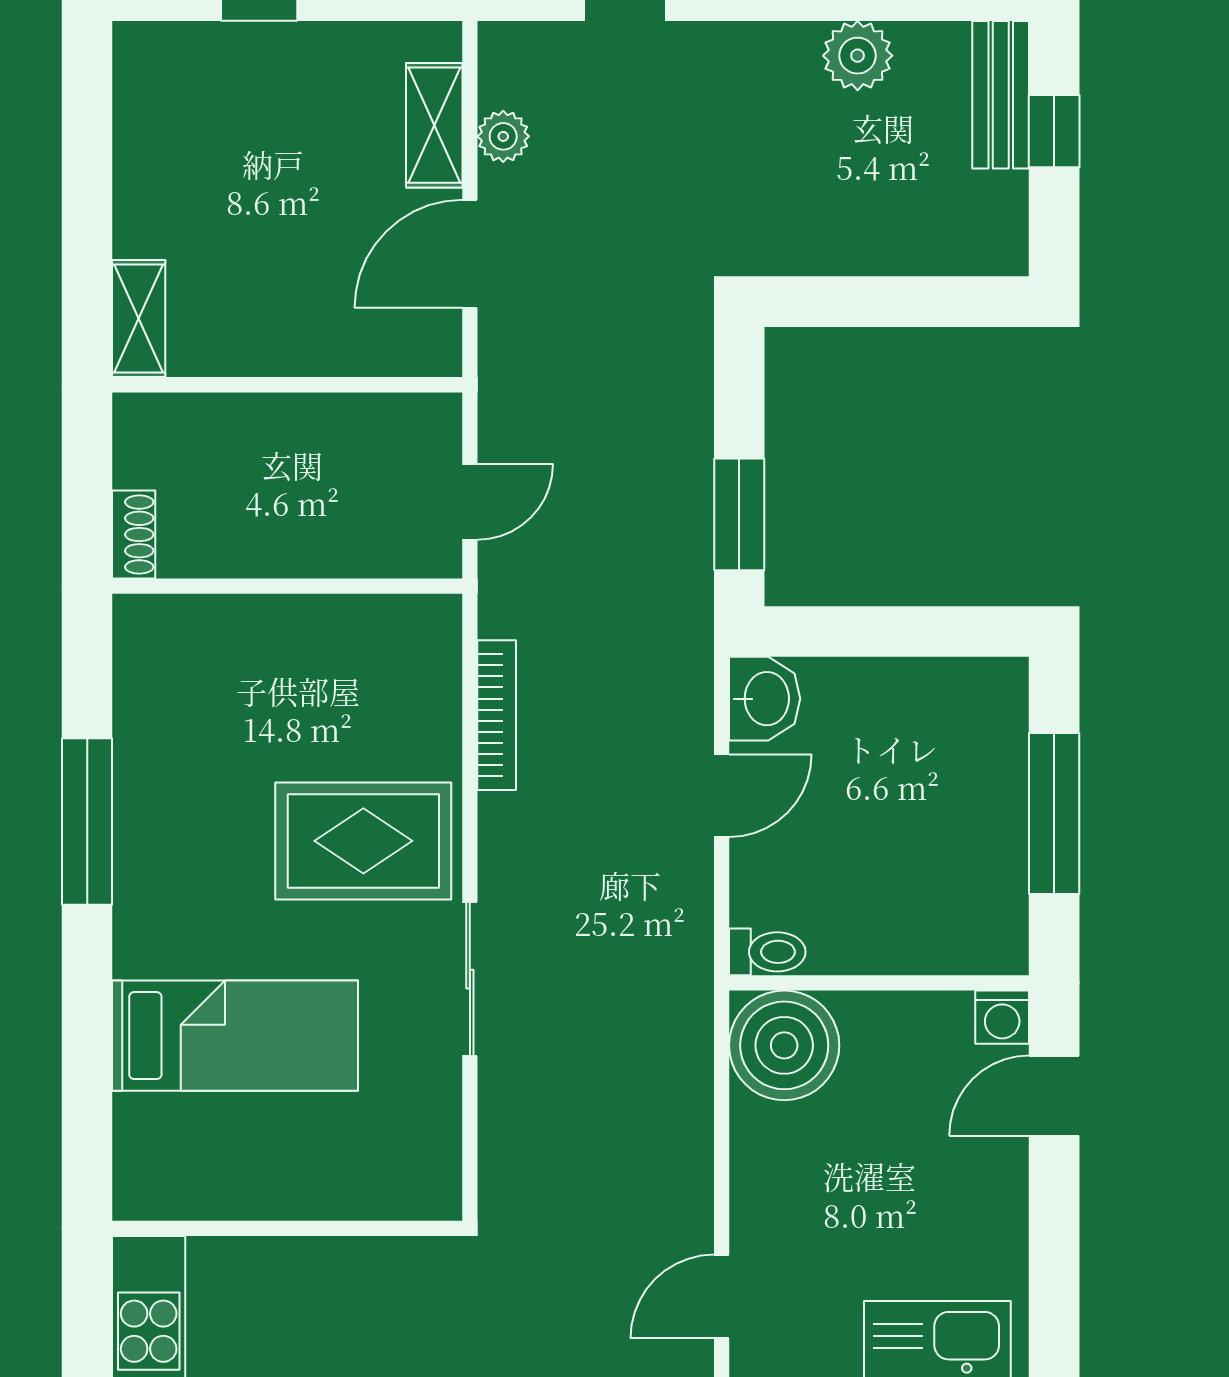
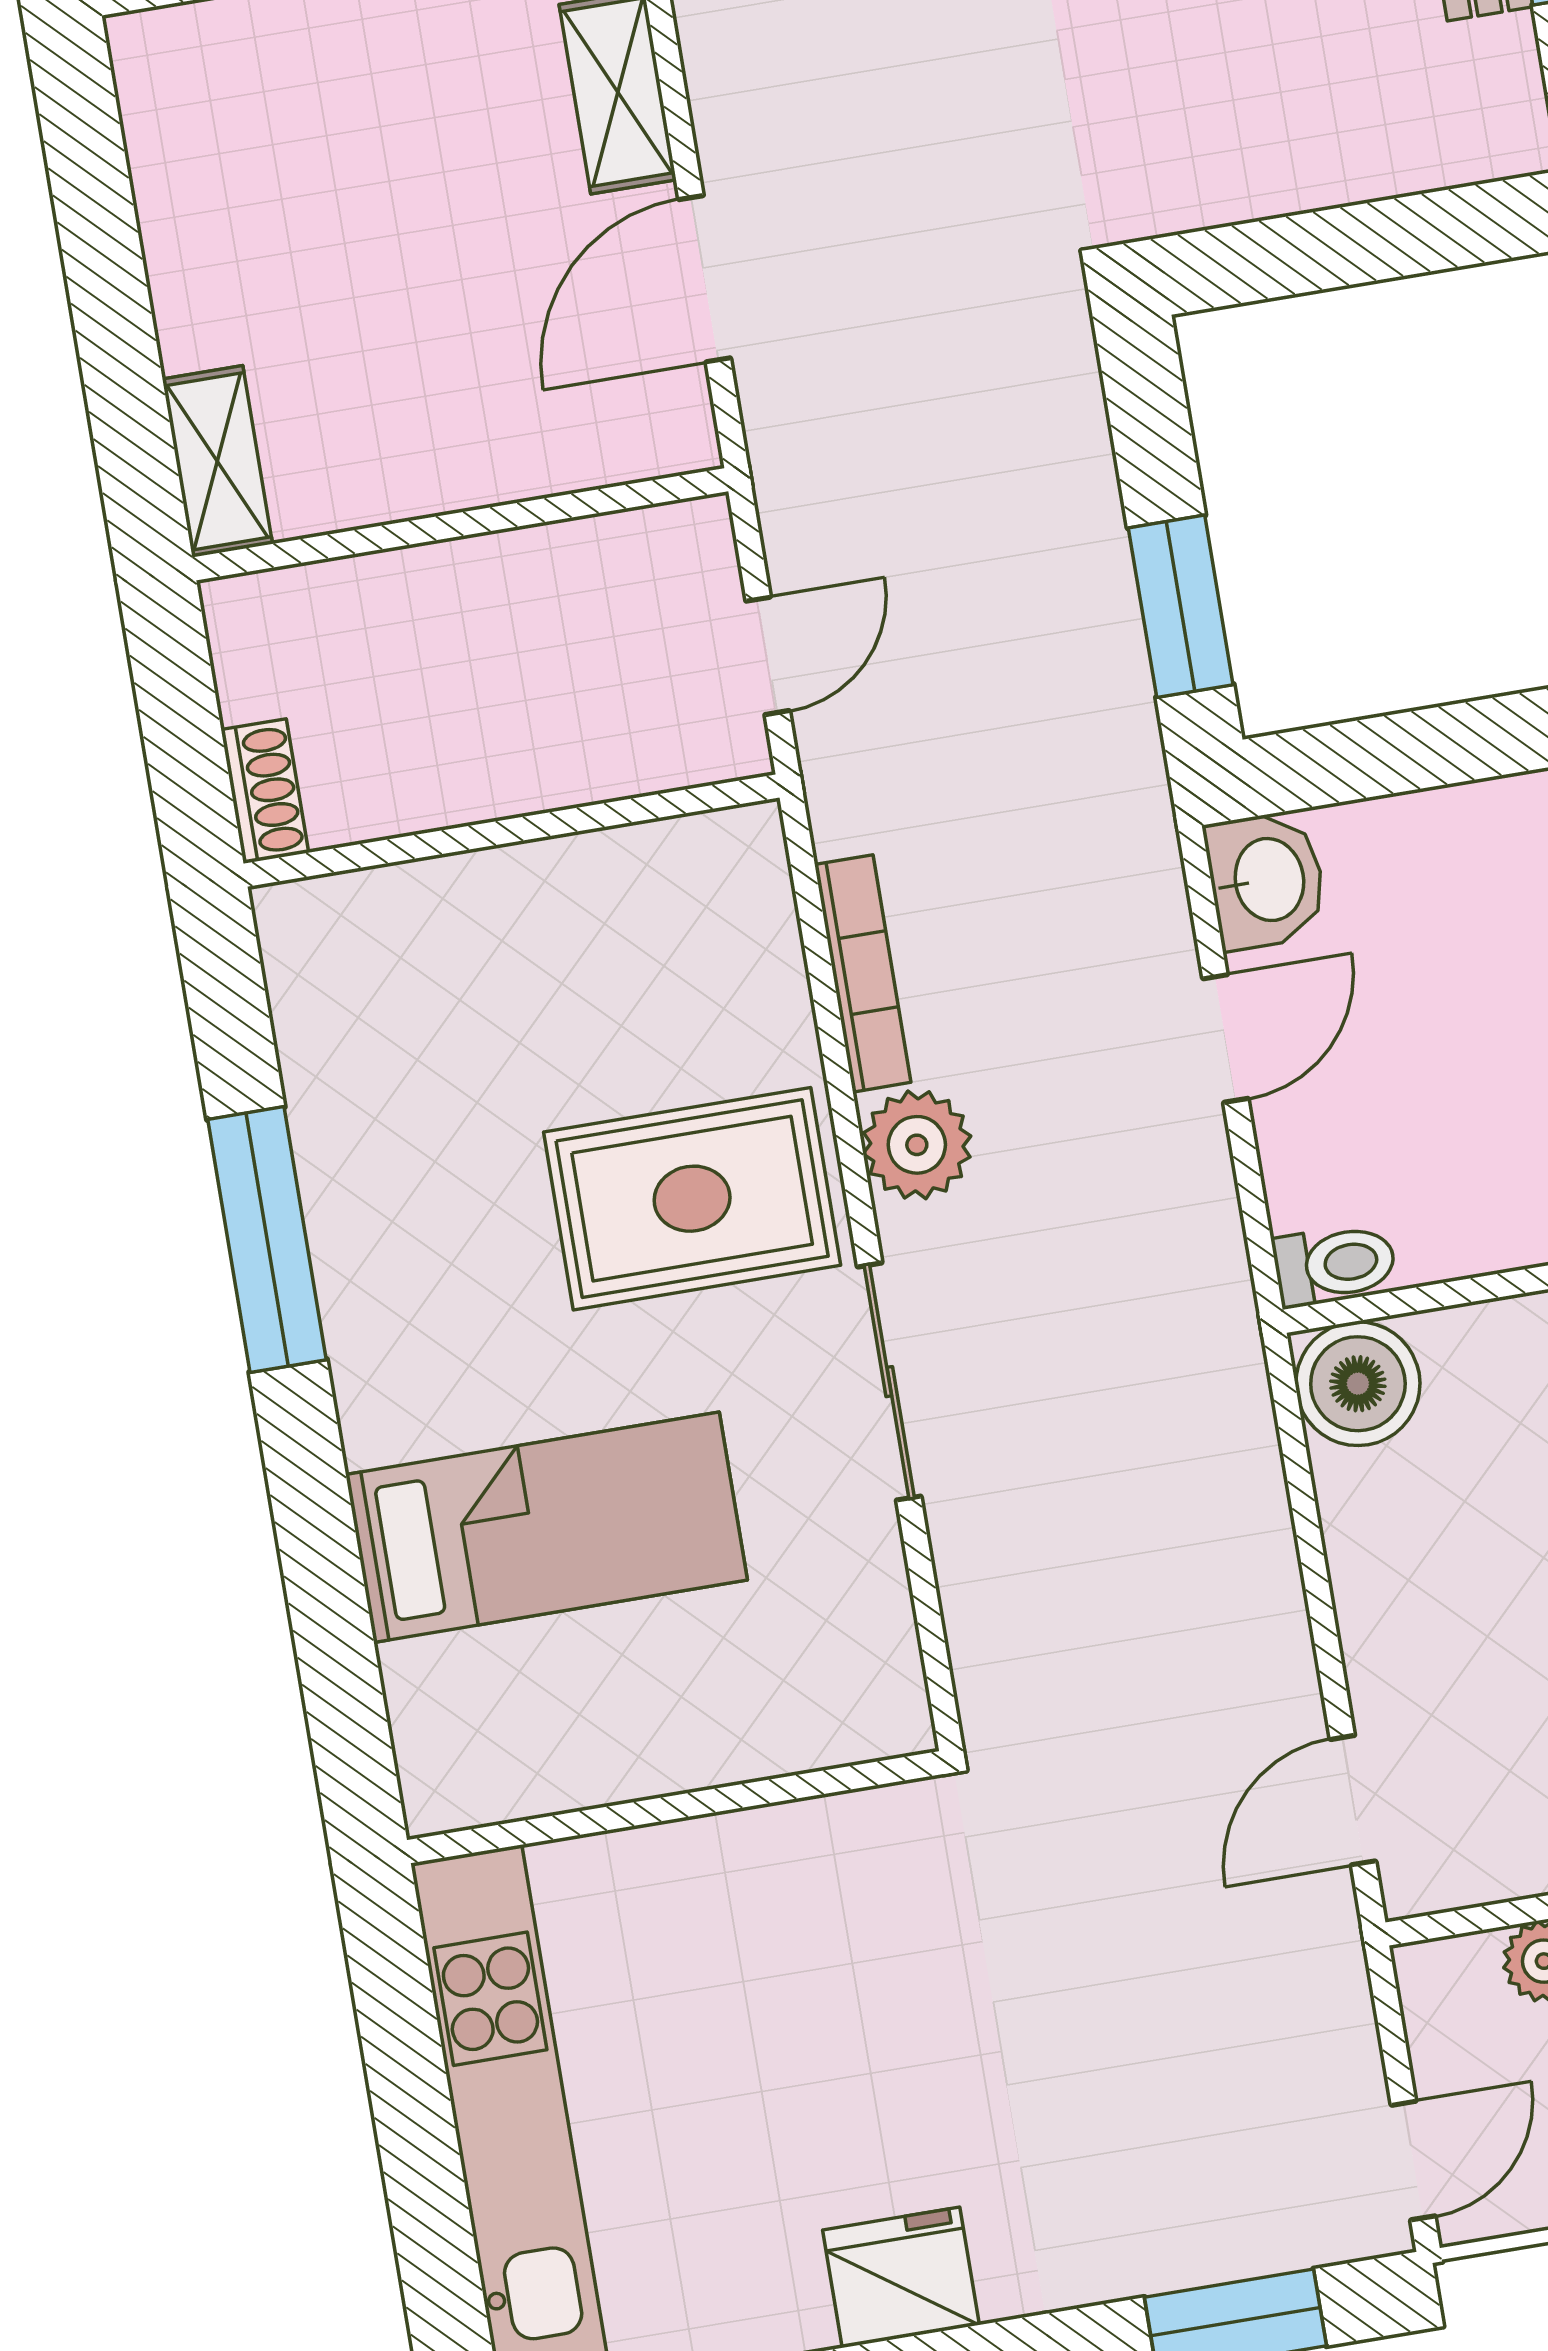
plant: (503, 136) -> (917, 1145), moved, width x1.38, depth x1.38
boiler: (784, 1045) -> (1358, 1384), width x0.73, depth x0.73

